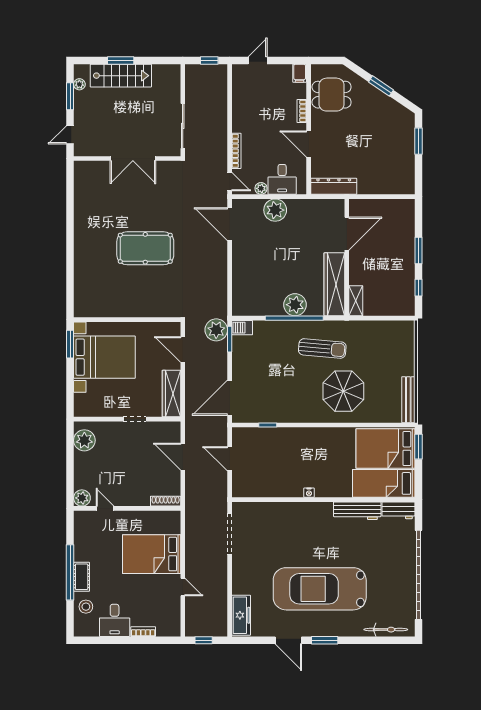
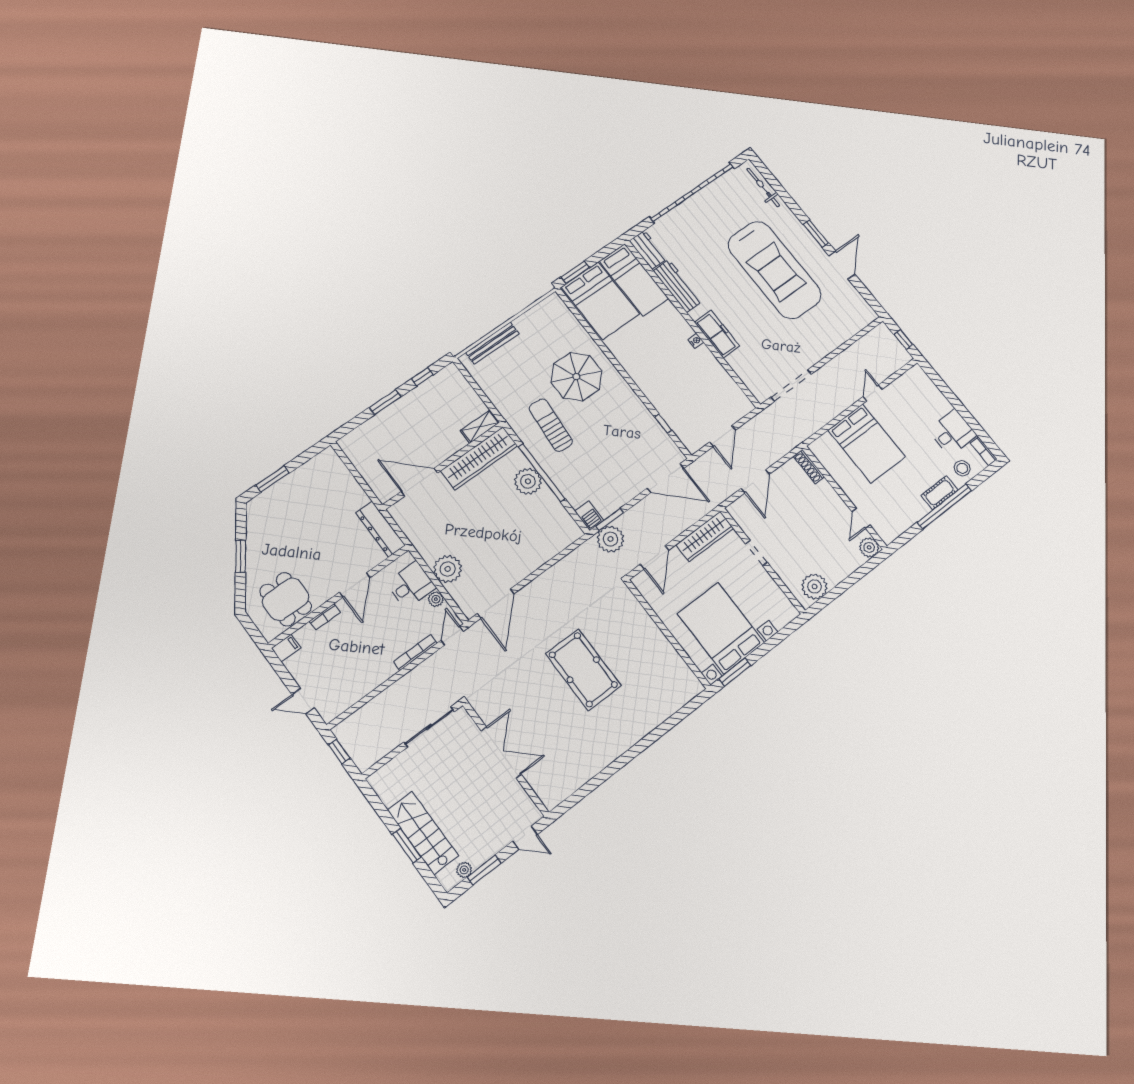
bench: (408, 400) -> (492, 343), moved
freezer: (241, 615) -> (717, 334), moved, turned 90
bookcase: (143, 632) -> (984, 451), moved

